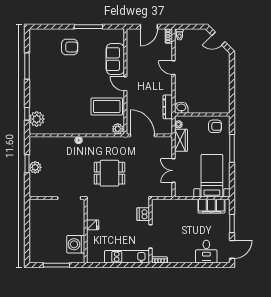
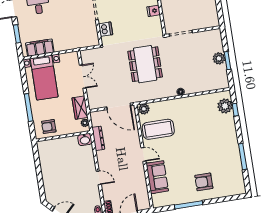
dining table: (110, 173) -> (145, 64), width x1.38

